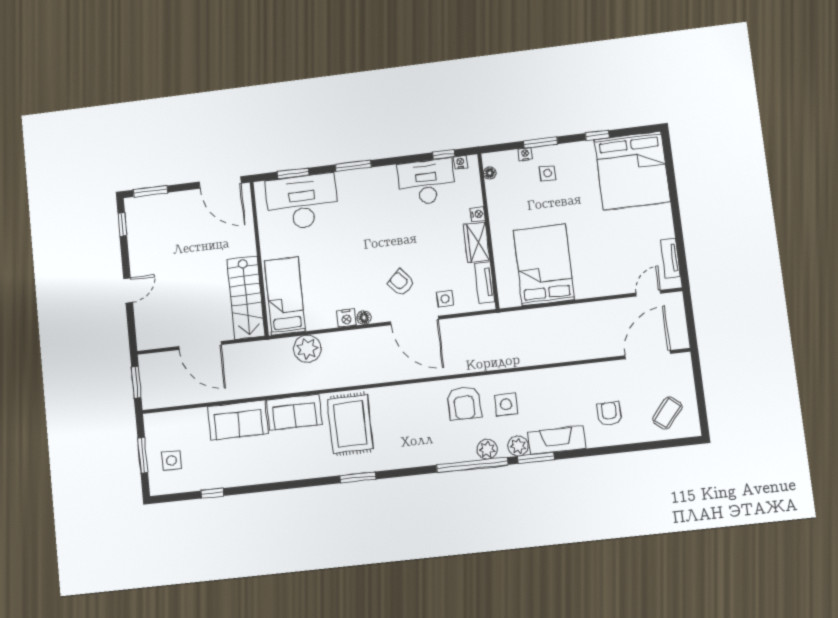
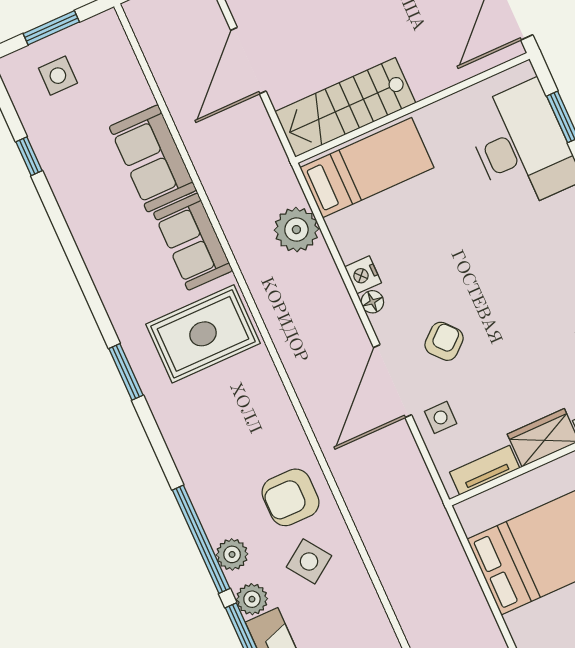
side table: (506, 404) -> (309, 561), turned -35

